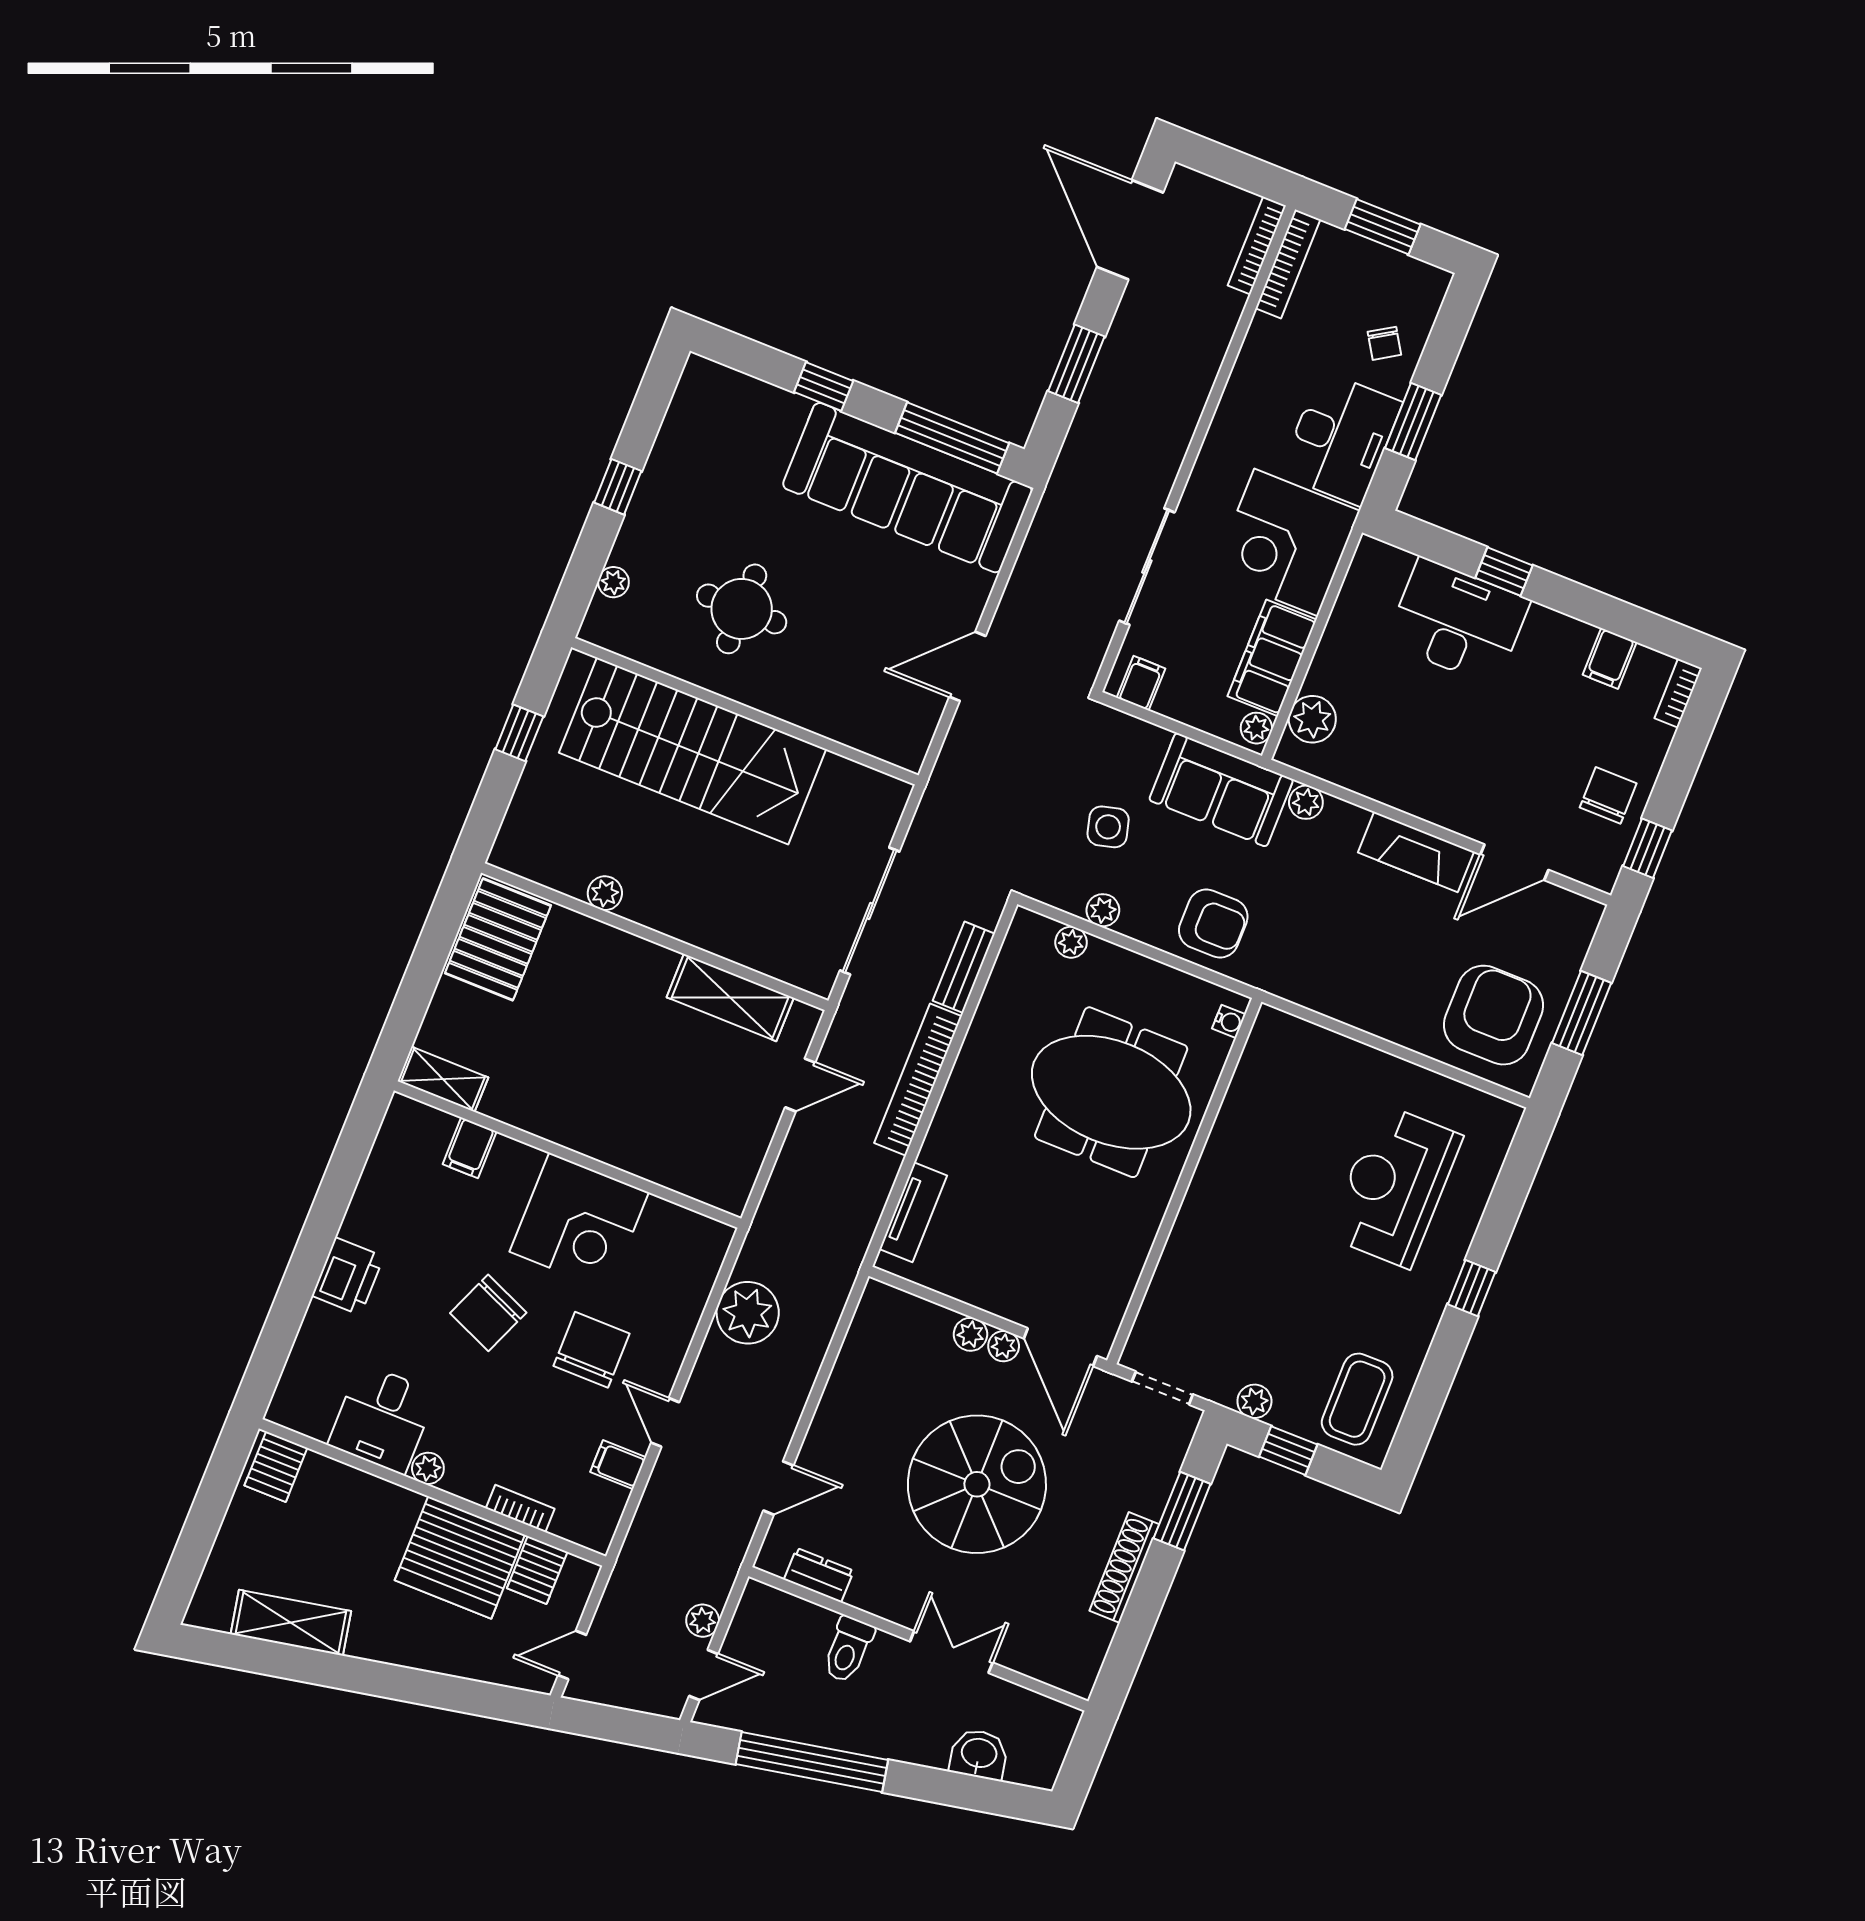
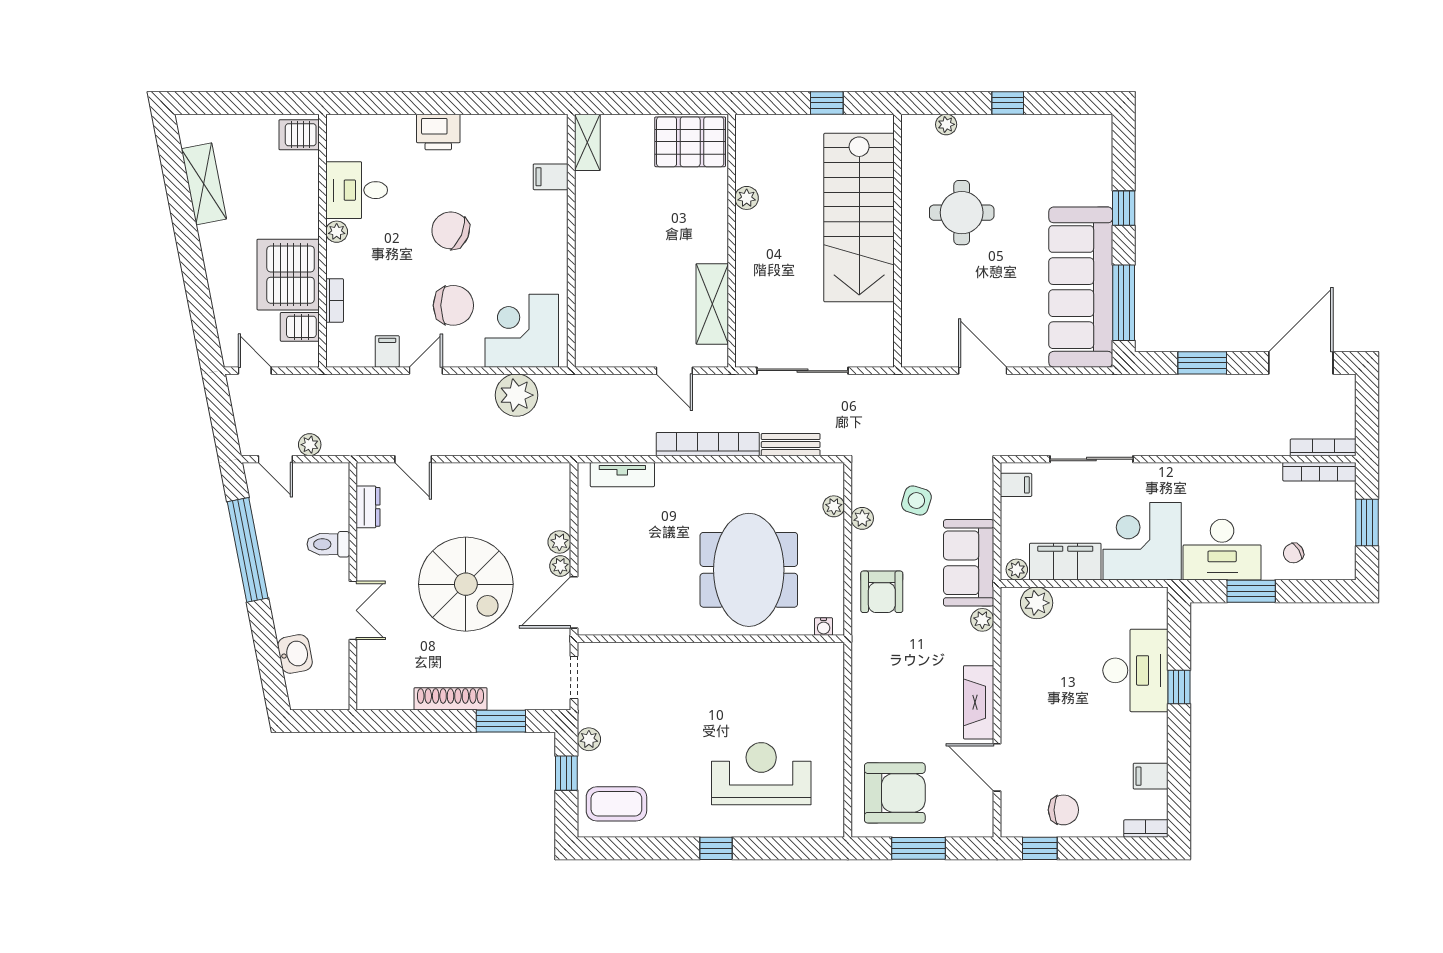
side table: (1108, 827) -> (916, 500), turned 32
corner desk: (579, 1222) -> (522, 331), moved, turned 90

